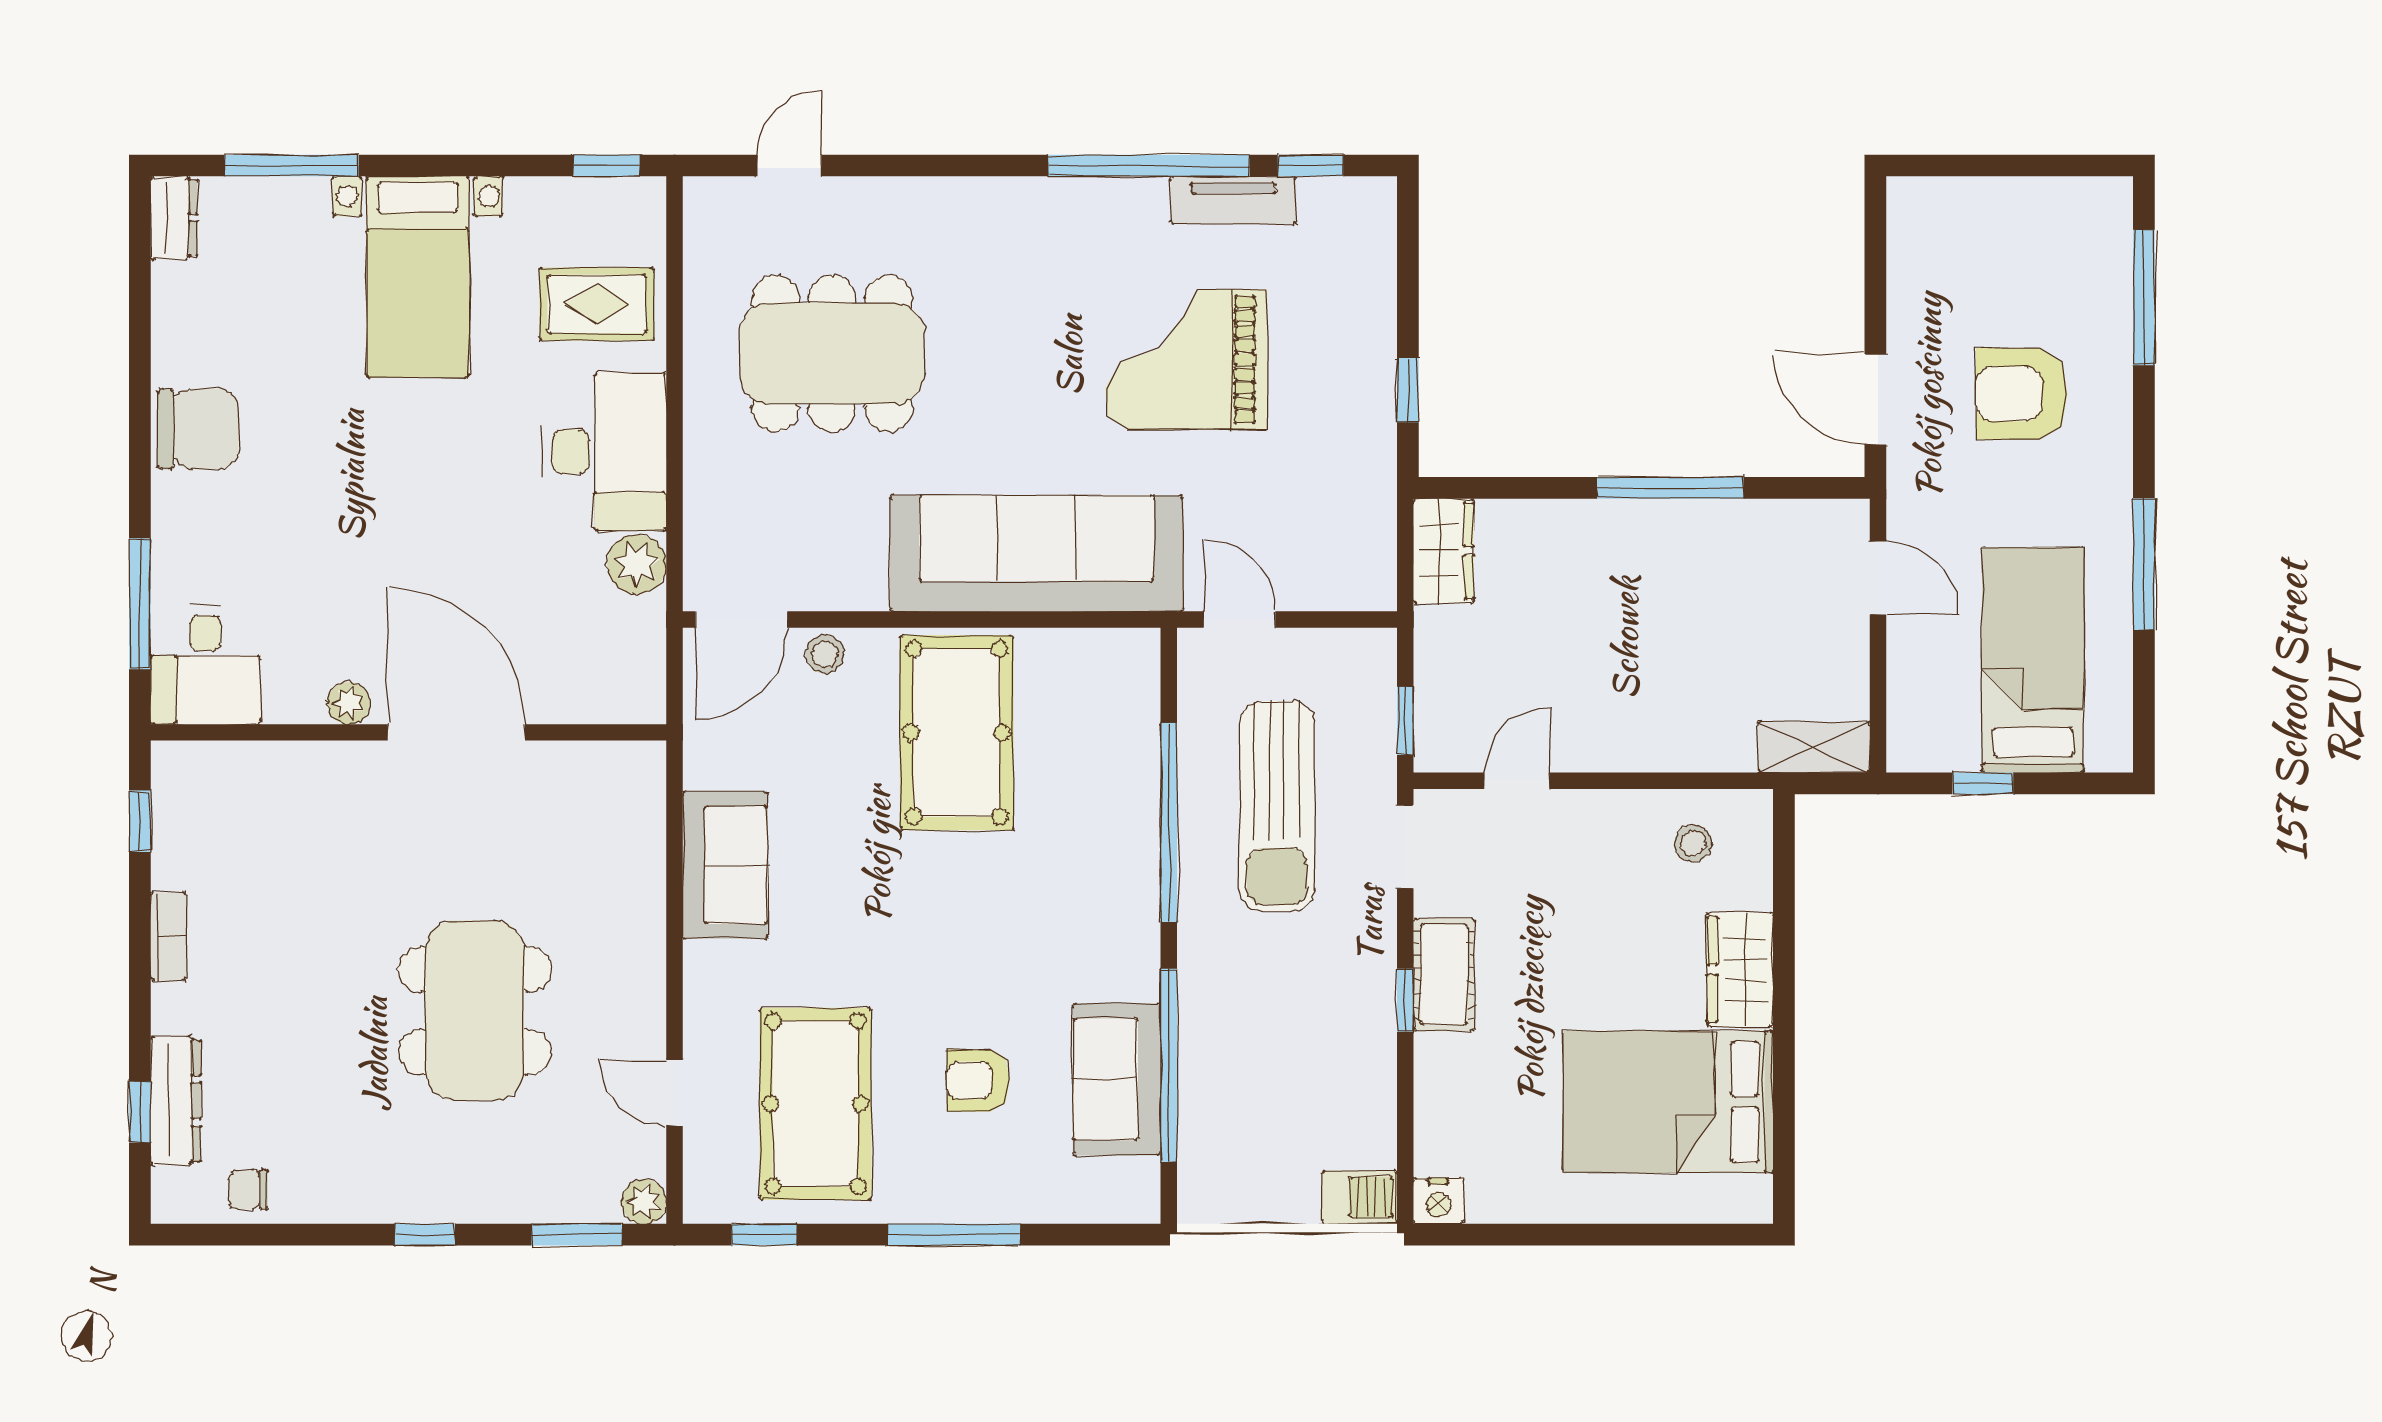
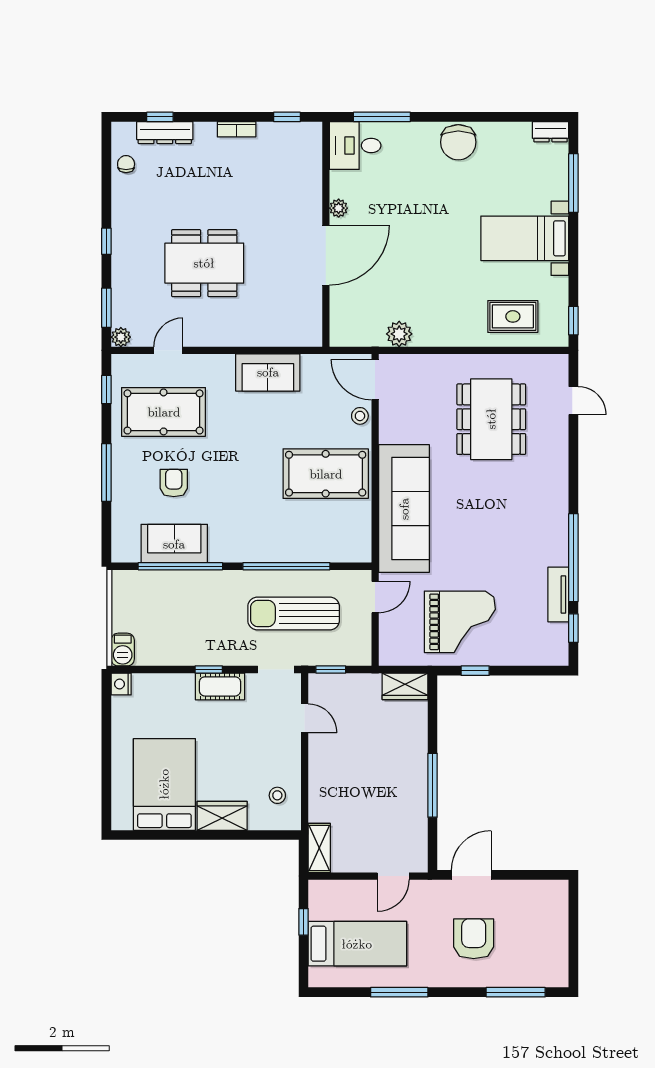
rug: (597, 304) -> (513, 316), turned 90
grand piano: (1186, 360) -> (460, 622), moved, turned 90
desk: (604, 451) -> (448, 320), removed

